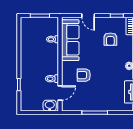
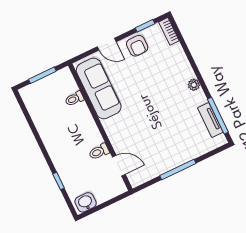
armchair: (110, 39) -> (137, 46), moved
armchair: (84, 75) -> (139, 127), removed
door: (60, 93) -> (119, 166), hinge flipped
washbasin: (50, 106) -> (86, 202), moved

